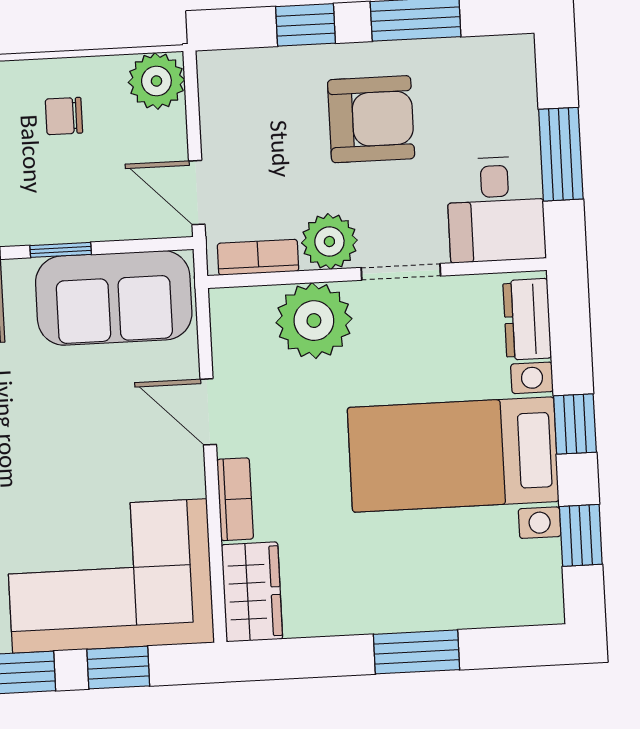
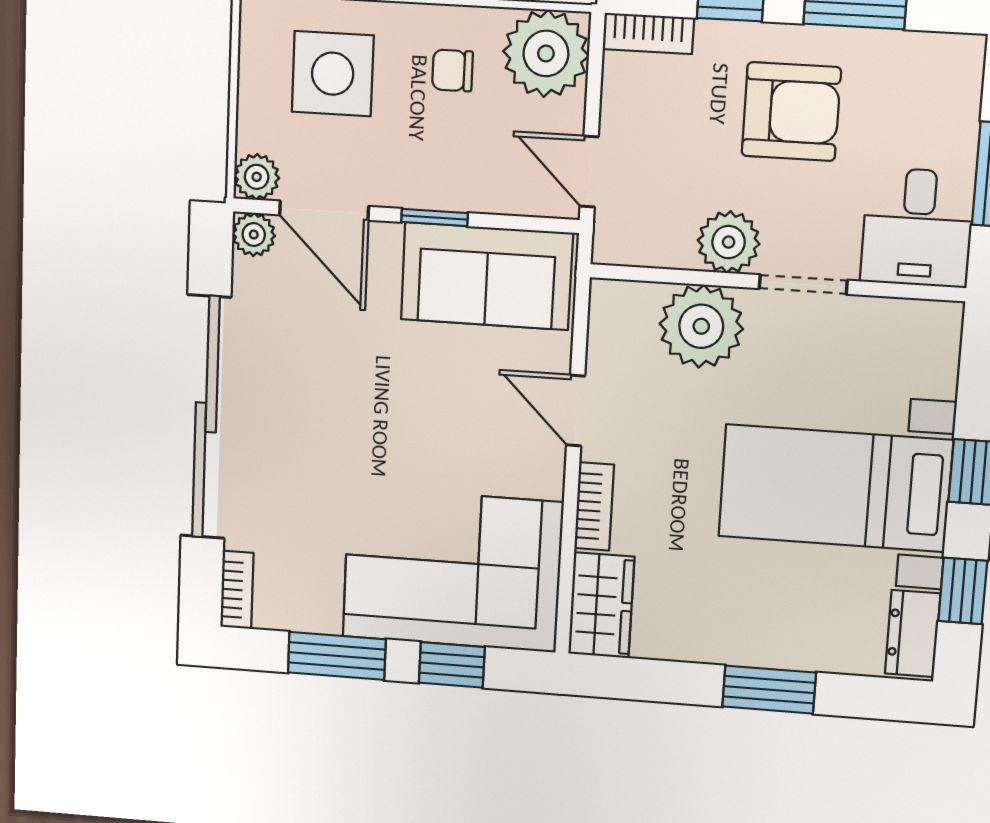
plant: (156, 81) -> (546, 53), width x1.36, depth x1.36
bookcase: (258, 257) -> (648, 33), moved, turned 180
dresser: (527, 319) -> (913, 634), moved

